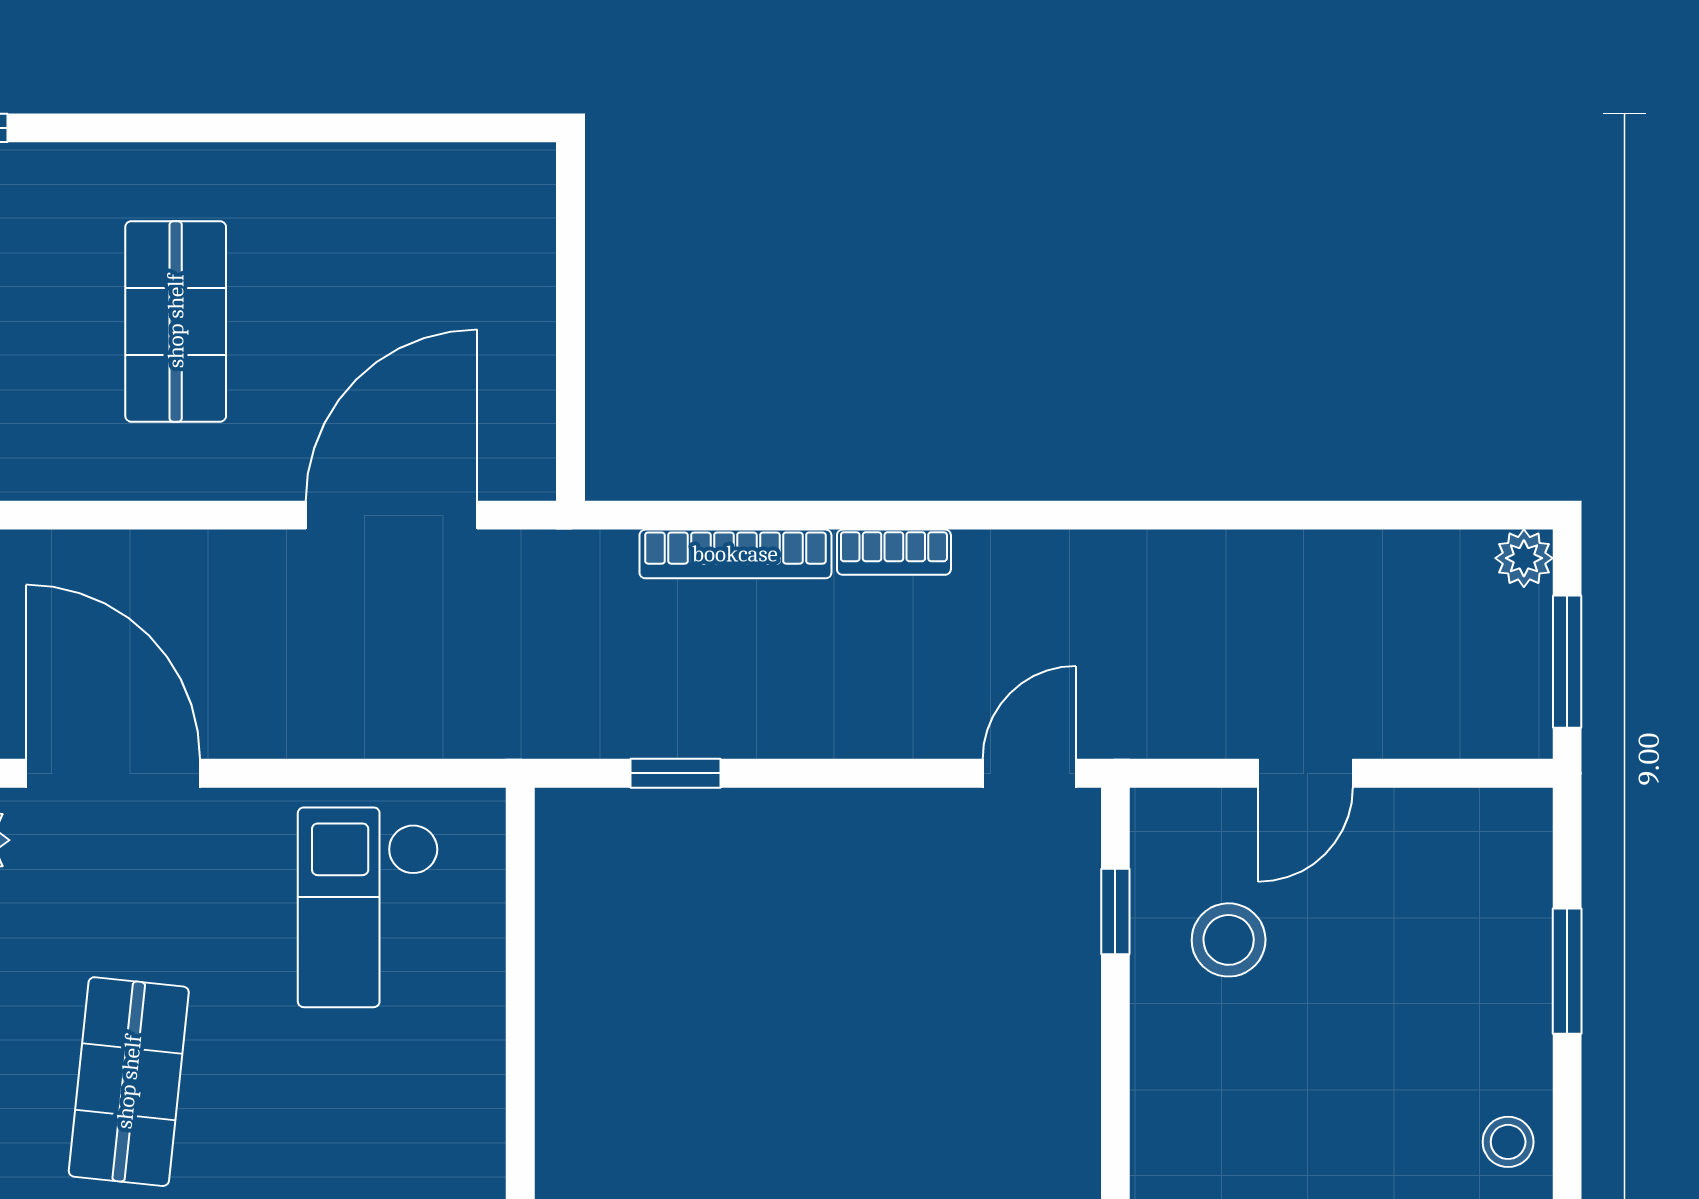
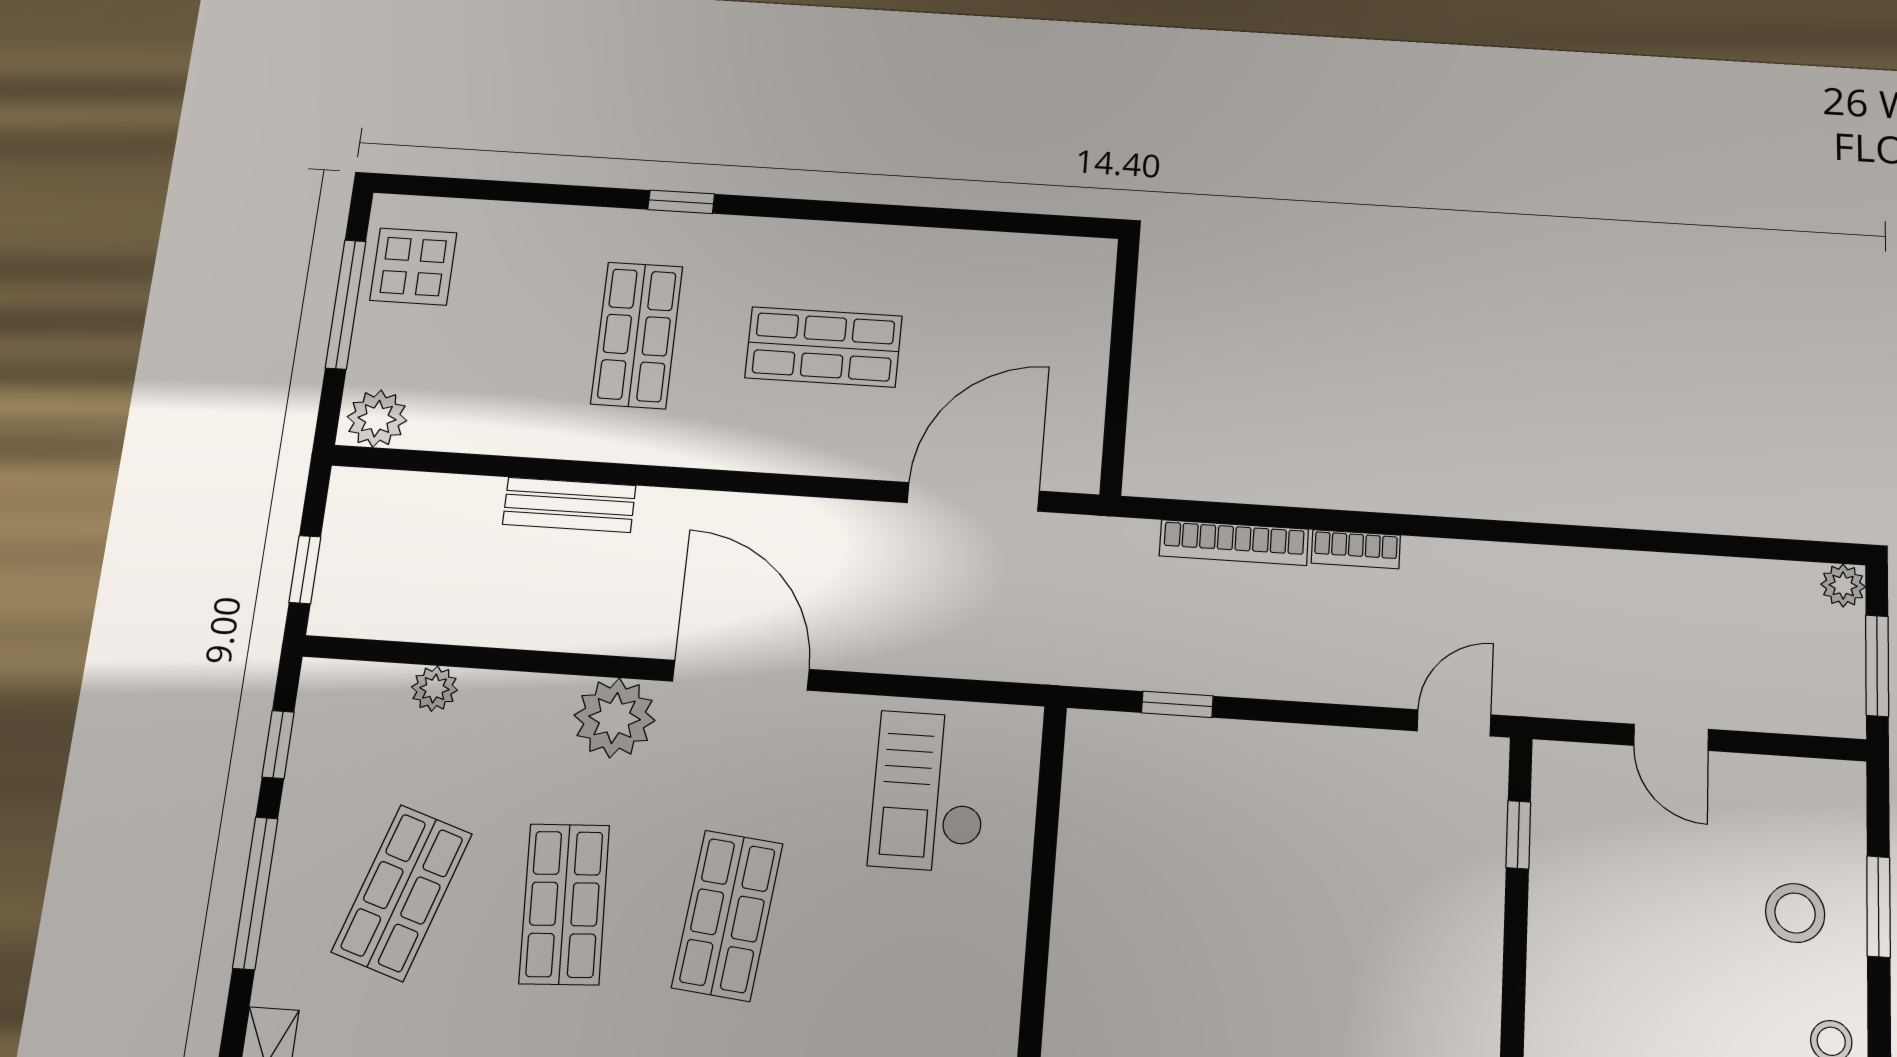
shop shelf: (176, 321) -> (824, 347), turned 90
door: (1306, 773) -> (1671, 737), hinge flipped
stool: (1229, 940) -> (1795, 913), moved

